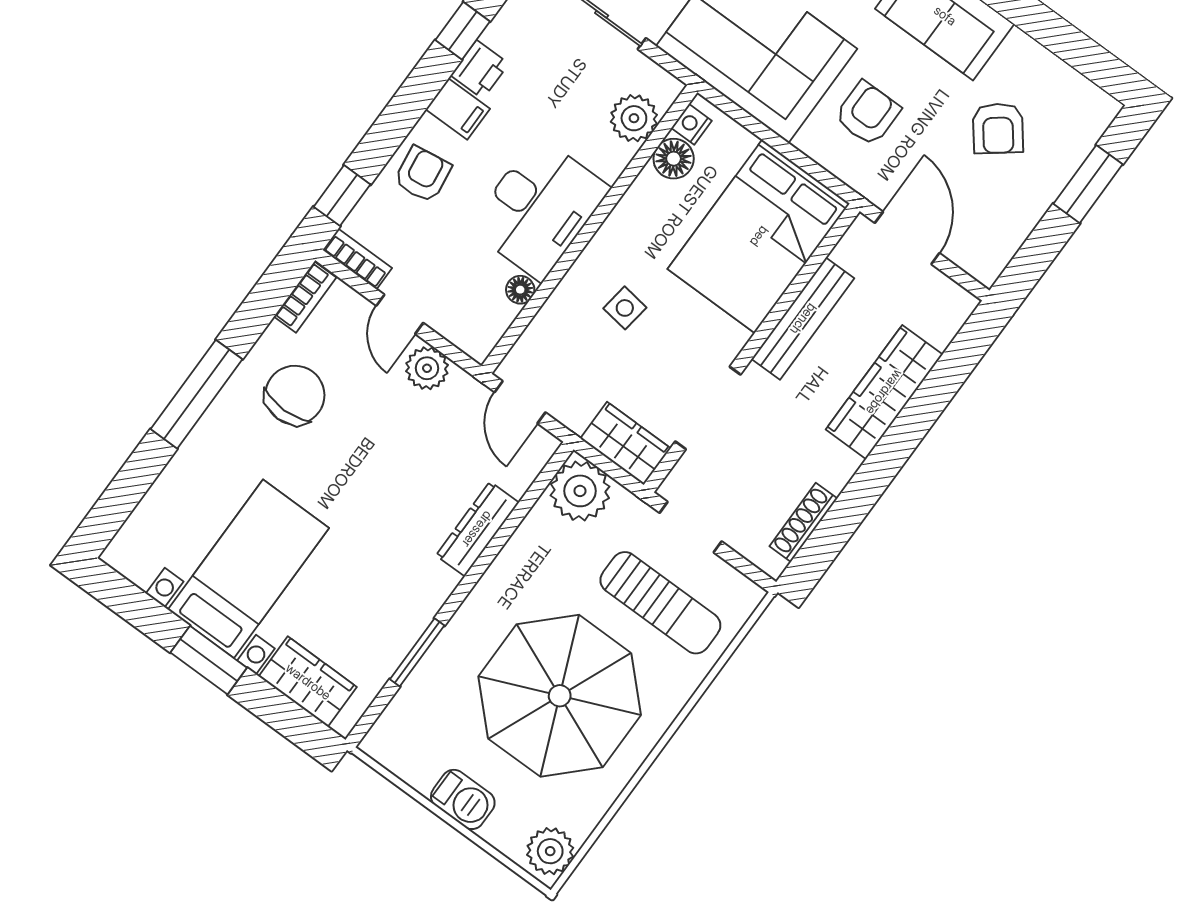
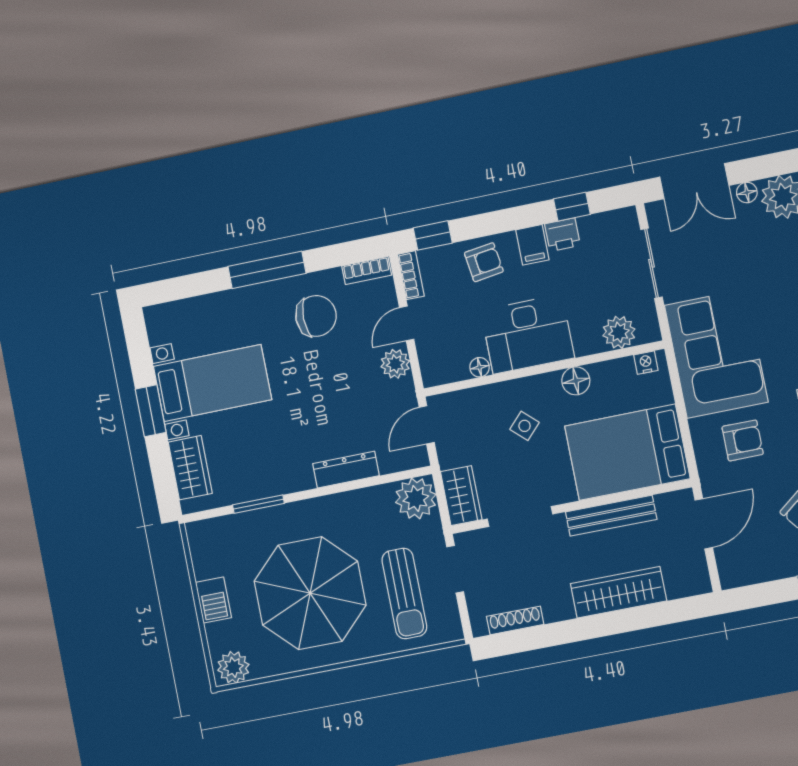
floor lamp: (674, 159) -> (576, 381), moved
side table: (625, 308) -> (525, 426), turned 35

